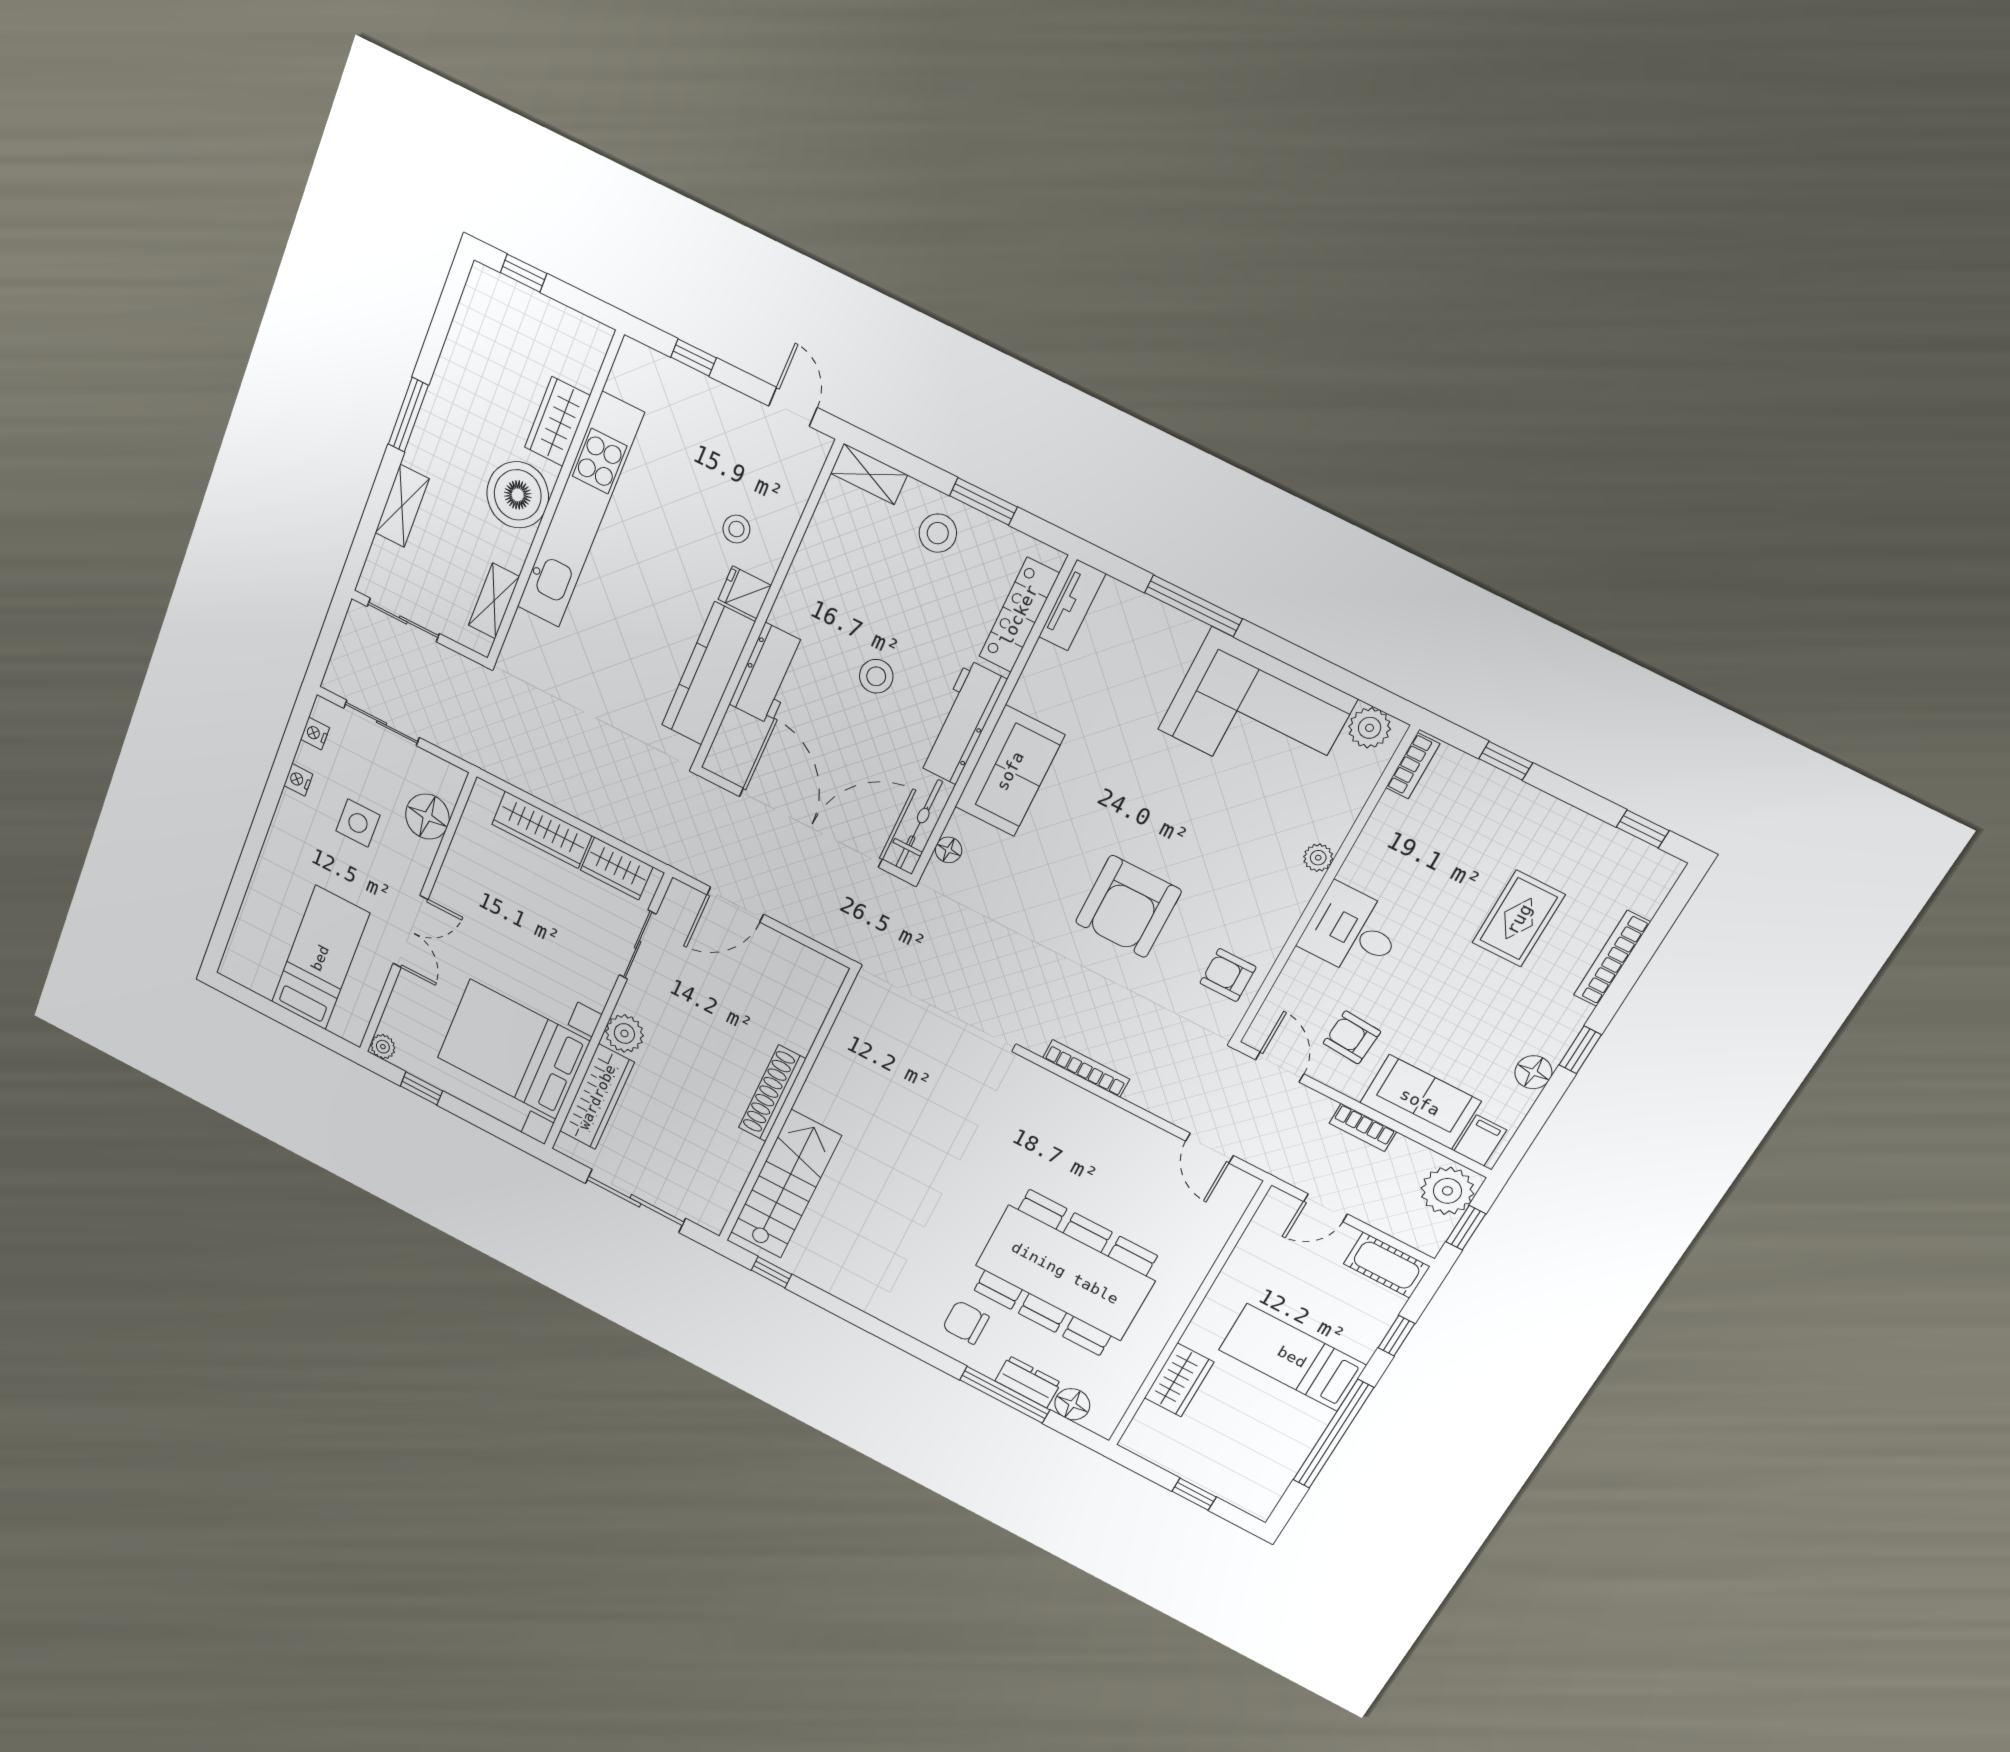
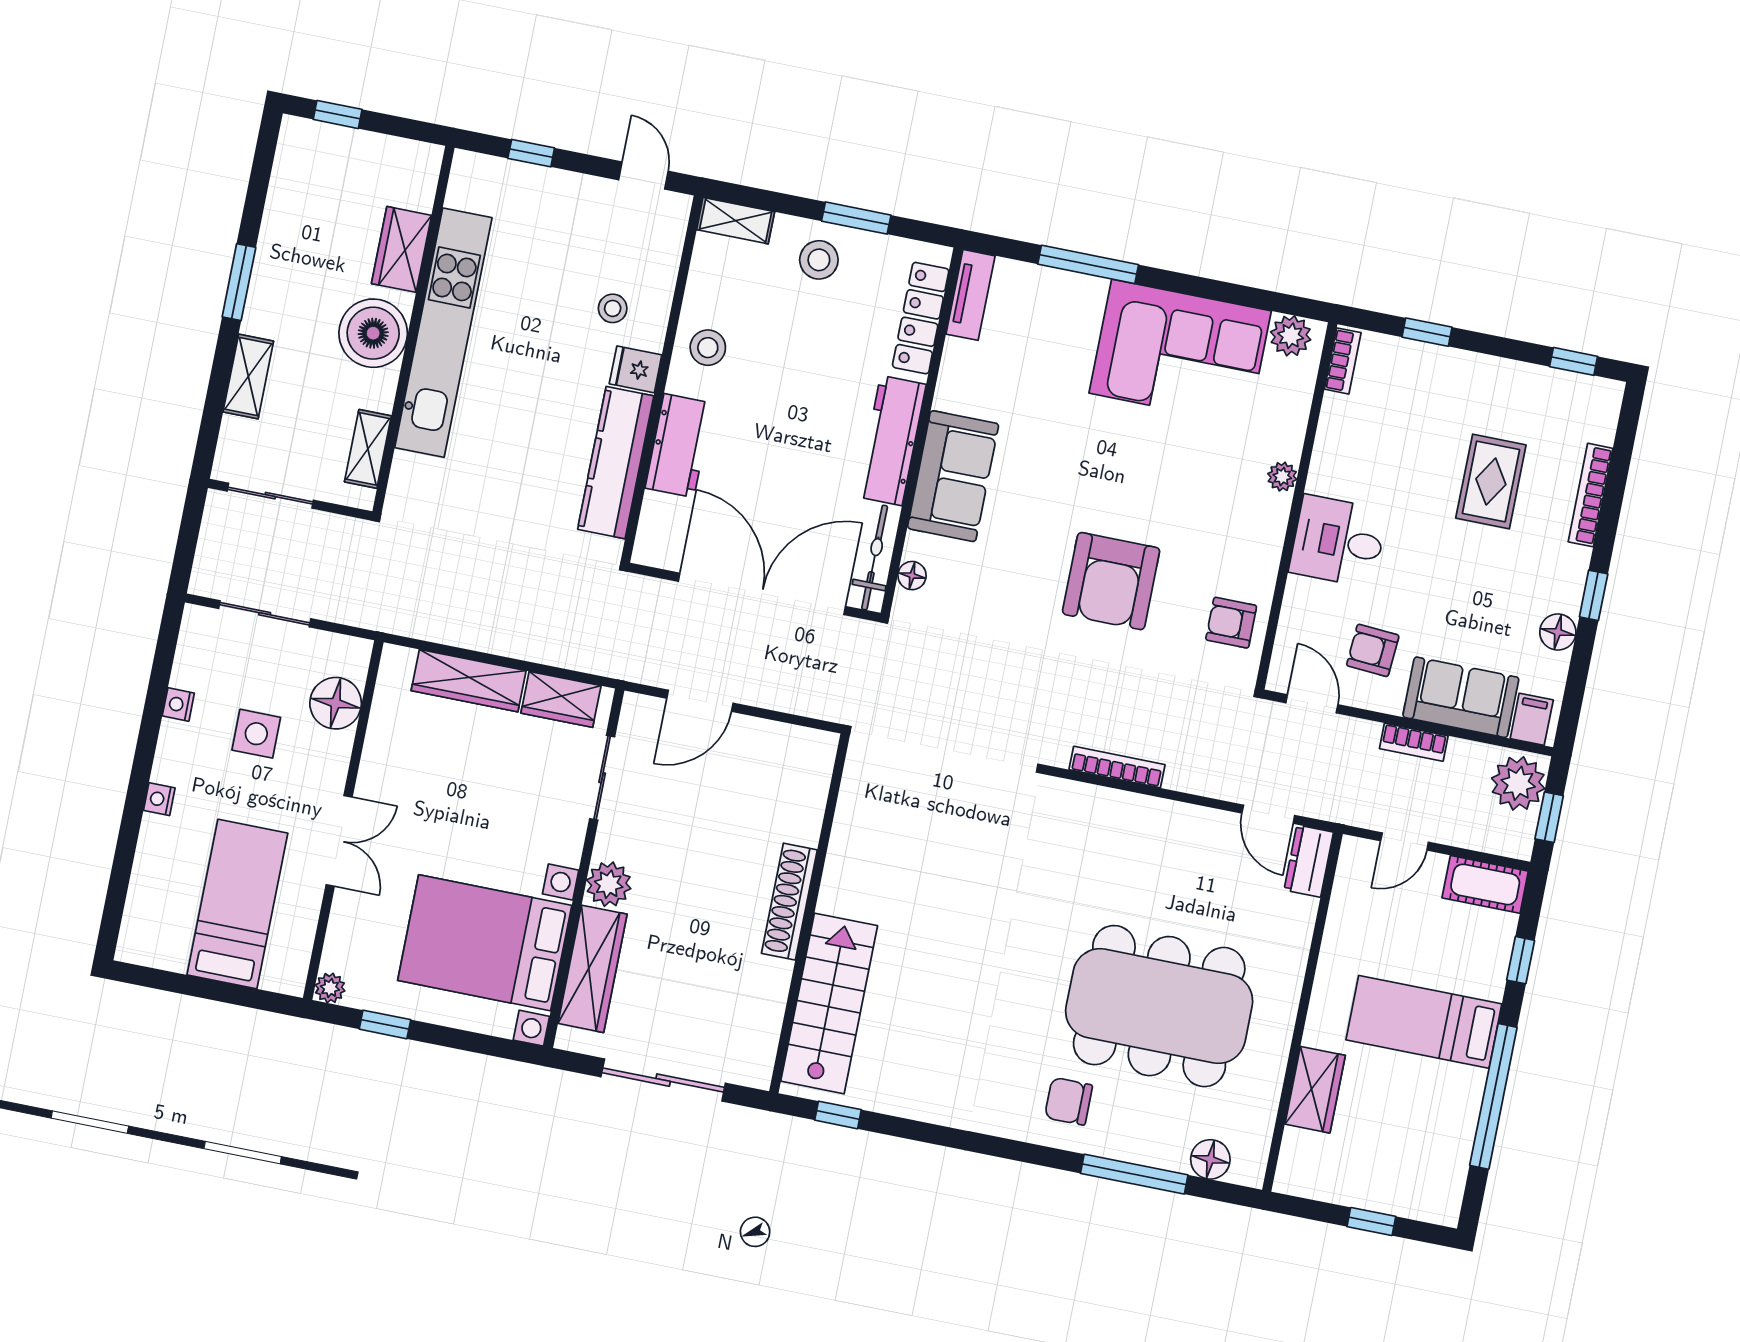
stool: (876, 676) -> (708, 348), moved
nightstand: (315, 734) -> (159, 799), moved
dresser: (1028, 1382) -> (1309, 861), moved, turned -90

